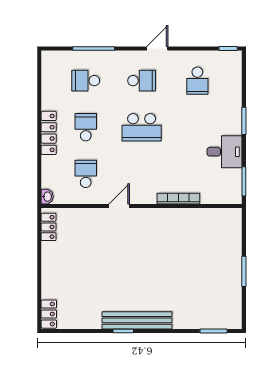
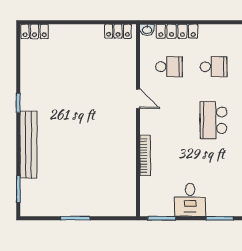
locker: (49, 133) -> (177, 31), moved
bench: (137, 320) -> (28, 145), moved

